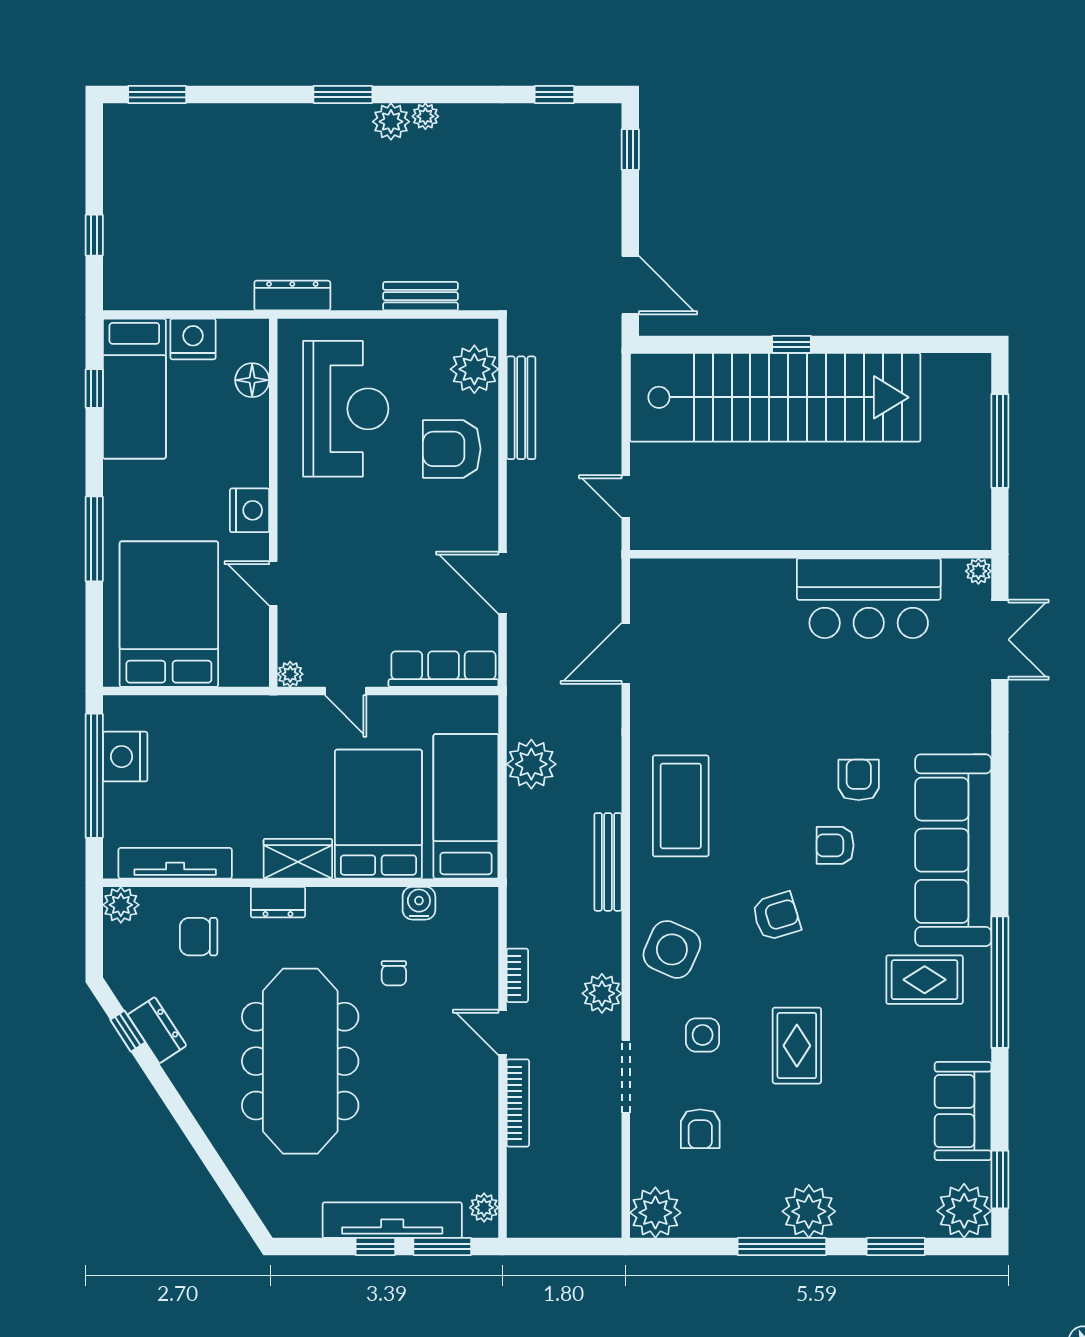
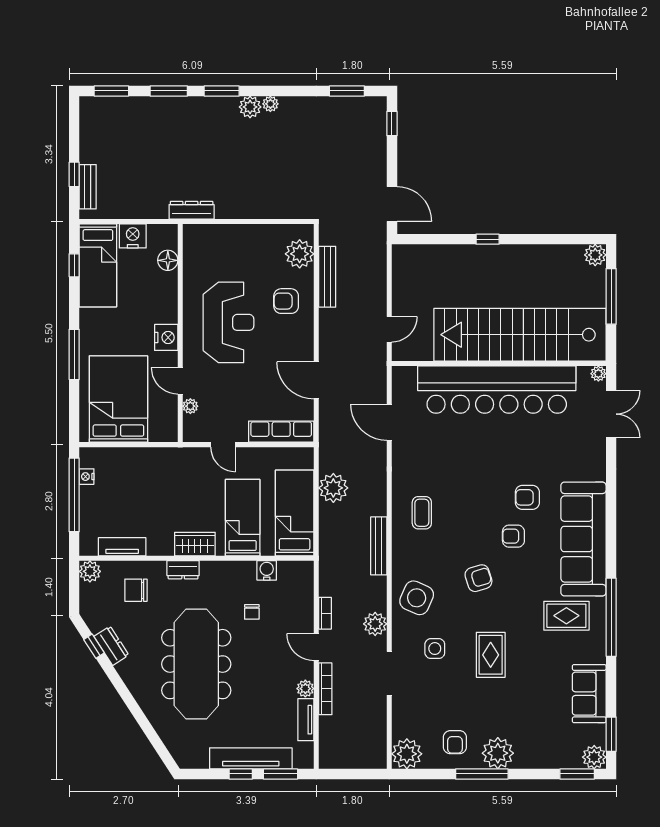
window: (254, 95) -> (169, 91), added
window: (554, 95) -> (347, 91), width x1.50
bench: (421, 296) -> (88, 187), moved, turned 90
plant: (973, 371) -> (595, 255), added
stairs: (775, 397) -> (520, 335), moved, turned 180
reception desk: (346, 409) -> (228, 322), moved
armchair: (452, 449) -> (286, 301), width x0.72, depth x0.72
door: (626, 497) -> (389, 329), swing flipped
bar counter: (869, 598) -> (497, 390), width x1.86
door: (626, 653) -> (389, 422), hinge flipped
plant: (290, 674) -> (190, 406), moved
nightstand: (125, 757) -> (87, 477), width x0.53, depth x0.56
armchair: (859, 780) -> (527, 497), turned -90
coffee table: (681, 806) -> (422, 513), width x0.54, depth x0.58
bed: (378, 814) -> (243, 518), width x0.67
tv unit: (175, 863) -> (122, 547), width x0.71
armchair: (700, 1129) -> (455, 742), moved
tv unit: (485, 1155) -> (306, 720), added
plant: (484, 1208) -> (305, 689), moved
plant: (964, 1211) -> (594, 757), width x0.73, depth x0.73
window: (896, 1247) -> (577, 774), moved

